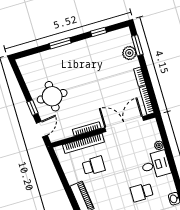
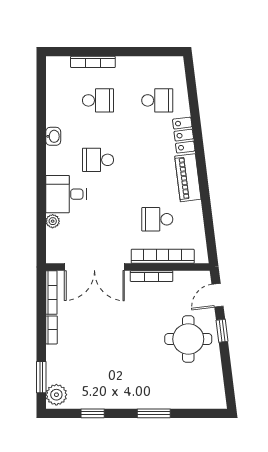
plant: (129, 53) -> (56, 395), moved
school desk: (142, 192) -> (98, 160), turned 180

